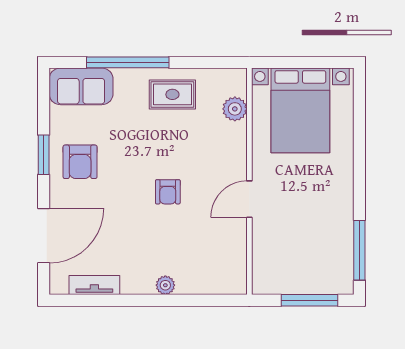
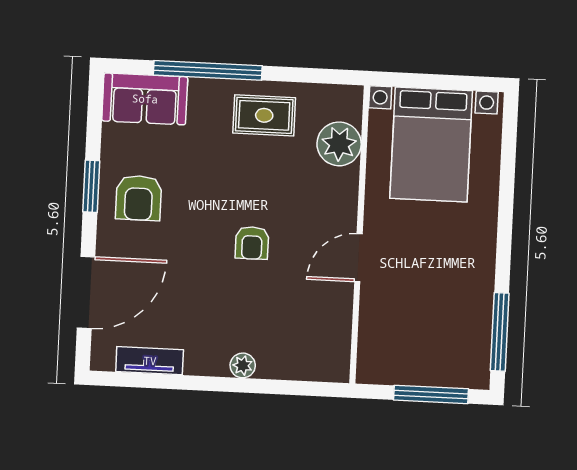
plant: (235, 109) -> (339, 144), width x1.36, depth x1.36

